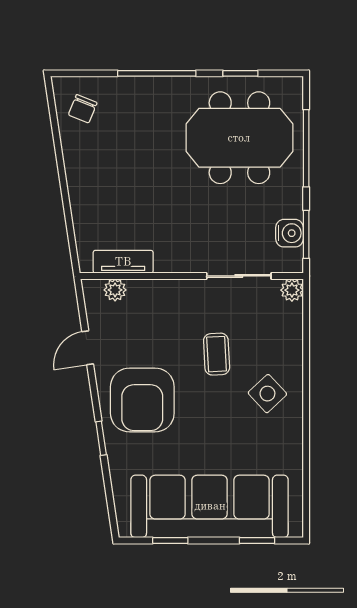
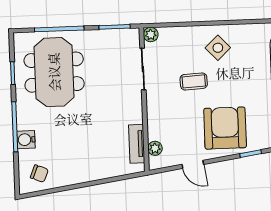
water cooler: (289, 233) -> (26, 140), moved, turned -90
armchair: (142, 400) -> (225, 128), turned -90

